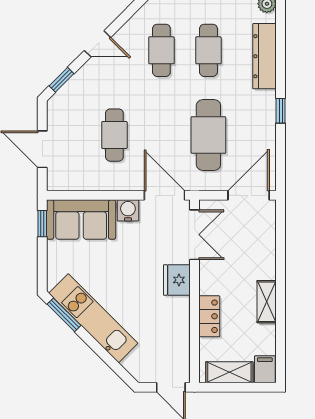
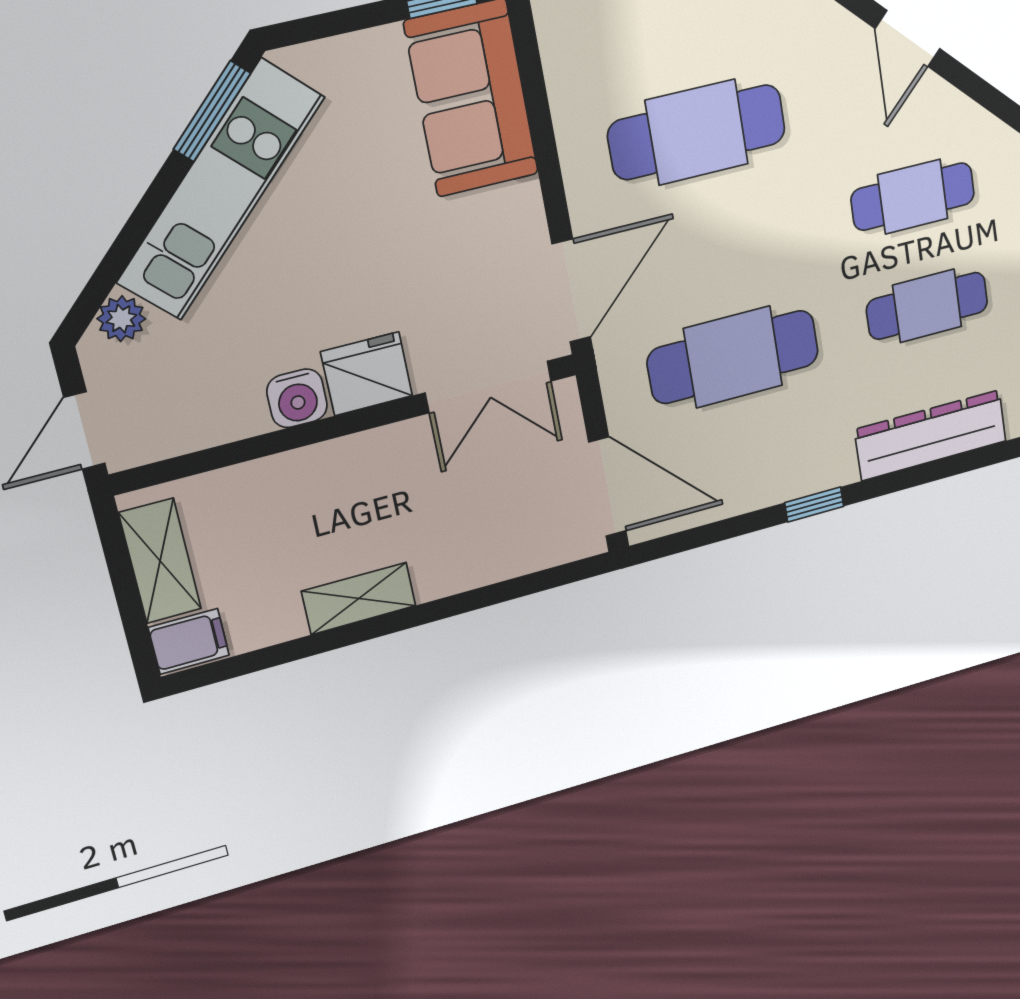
cafe table: (114, 135) -> (697, 132), width x1.37, depth x1.35
water cooler: (128, 210) -> (297, 398), moved, turned 90
locker: (209, 316) -> (292, 476), removed
plant: (132, 364) -> (121, 319), added

